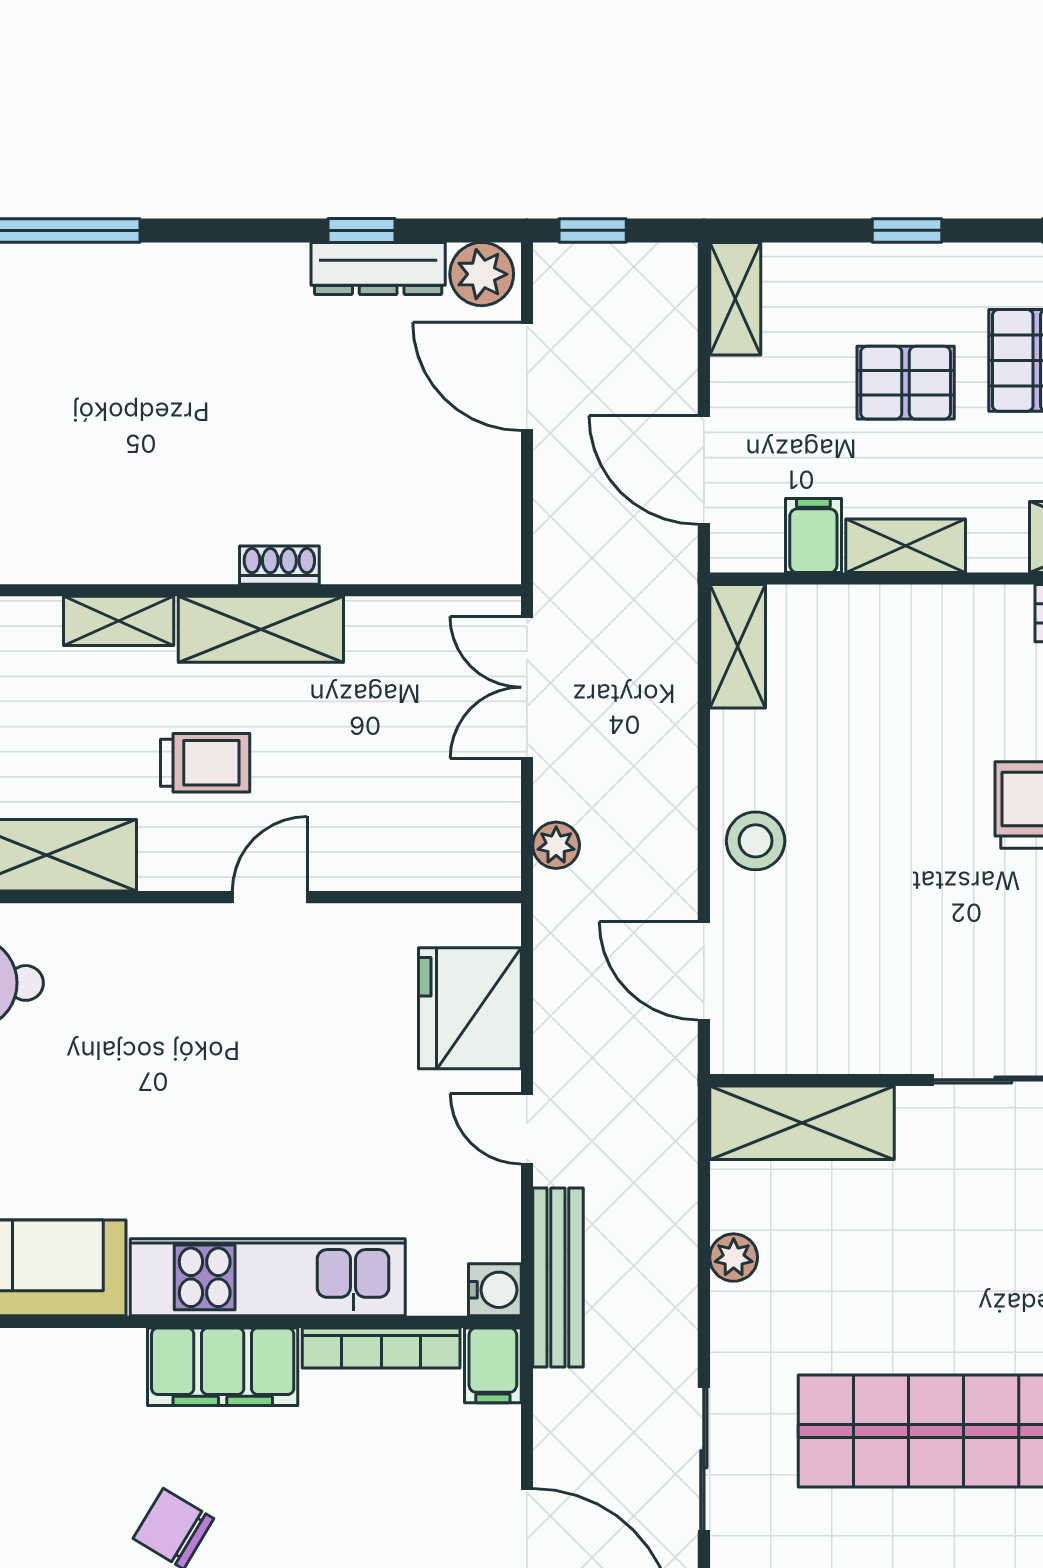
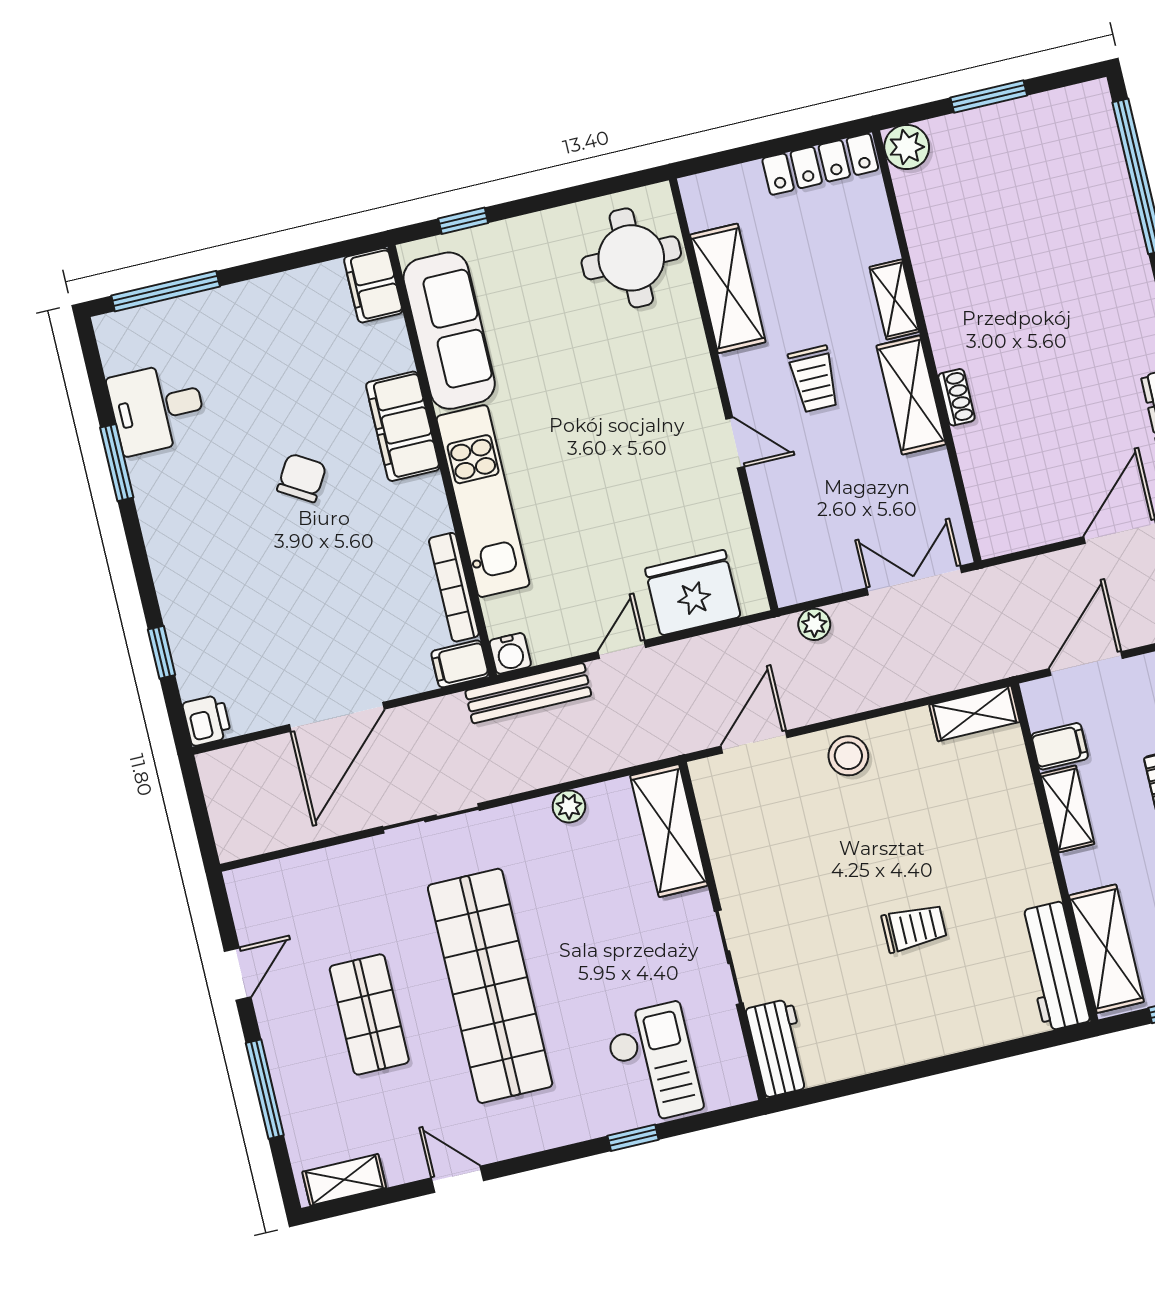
filing cabinet: (223, 1367) -> (403, 426), moved

